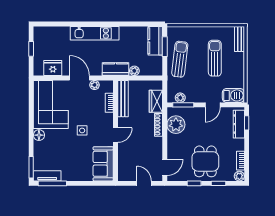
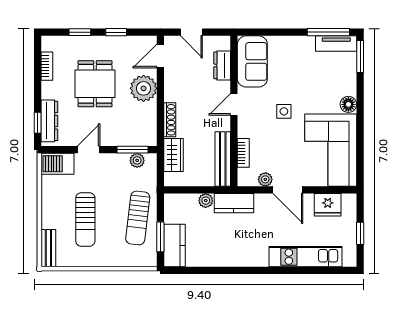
kitchen unit: (95, 33) -> (306, 257), moved
plant: (176, 125) -> (144, 88), moved
dresser: (123, 161) -> (222, 65), added
dining table: (205, 161) -> (95, 84), moved
plant: (239, 176) -> (49, 43), removed

